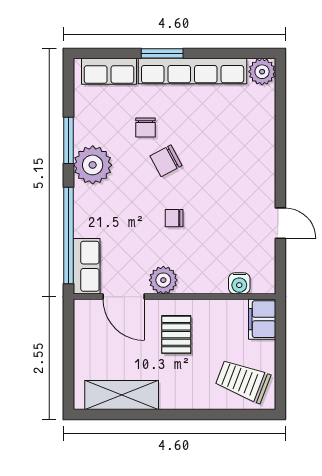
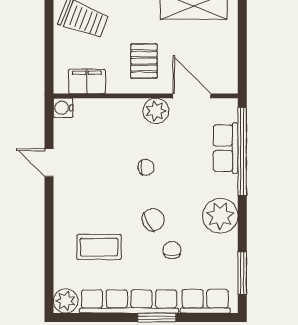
coffee table: (226, 131) -> (99, 247), added
window: (69, 140) -> (242, 273), moved
row of seats: (87, 266) -> (226, 148), moved
water cooler: (239, 283) -> (63, 108), moved, turned -90
filing cabinet: (262, 319) -> (87, 81), moved, turned -90

